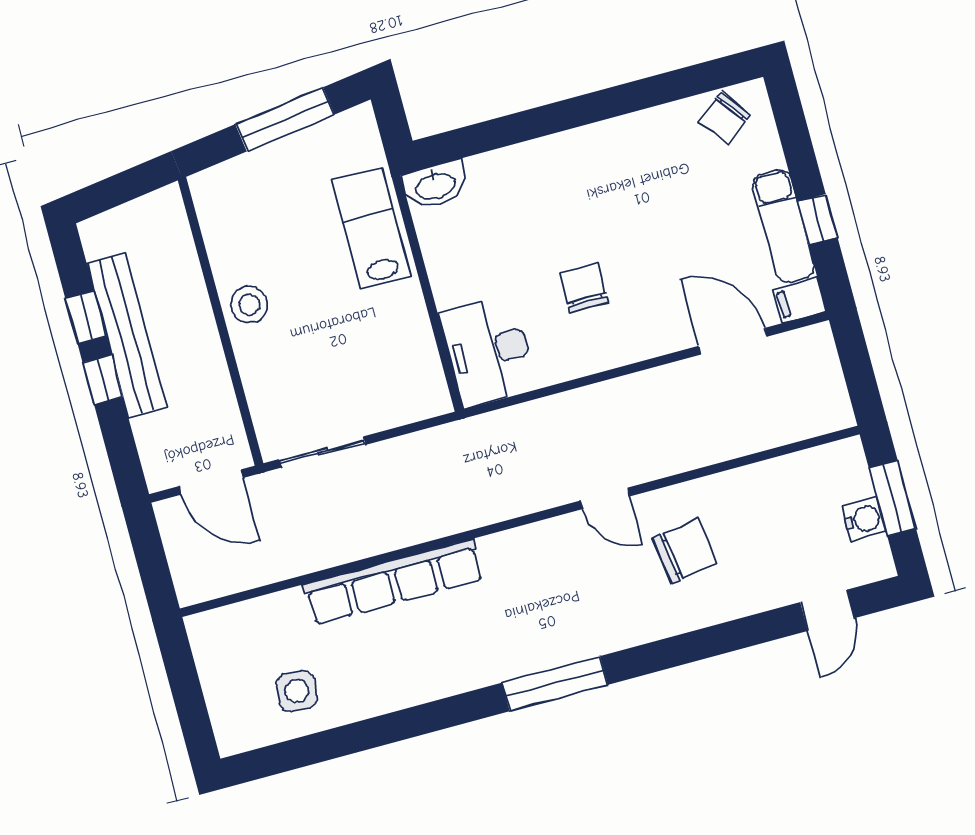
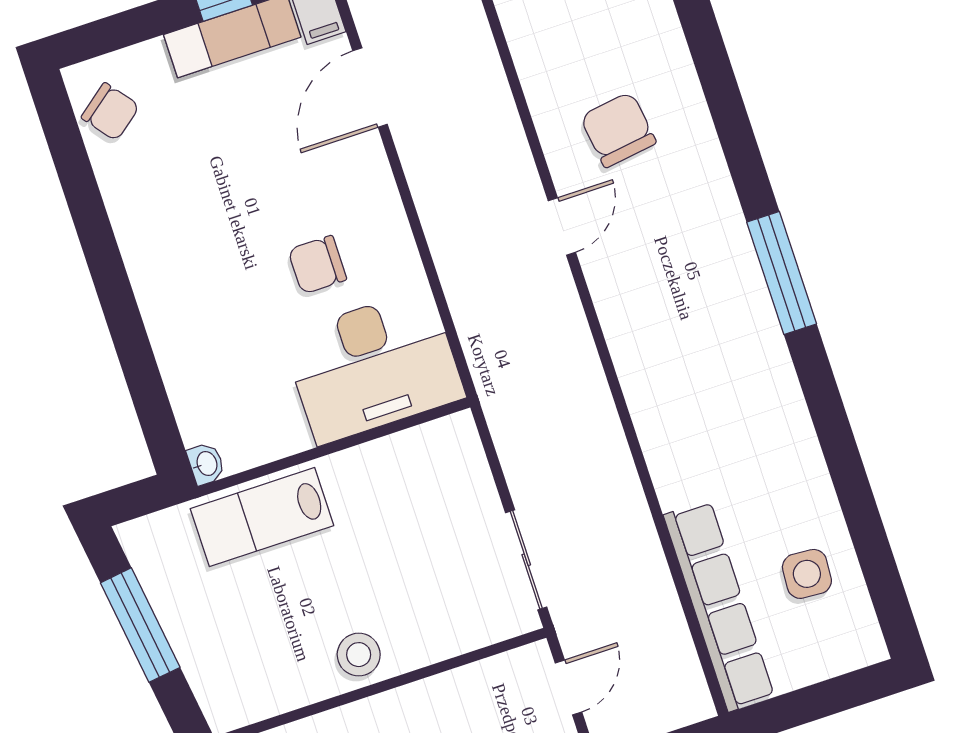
washbasin: (435, 185) -> (206, 464), width x0.52, depth x0.69
desk: (488, 351) -> (373, 366), width x1.36, depth x1.30
door: (211, 482) -> (568, 687), width x0.73
row of seats: (394, 582) -> (719, 606), moved

